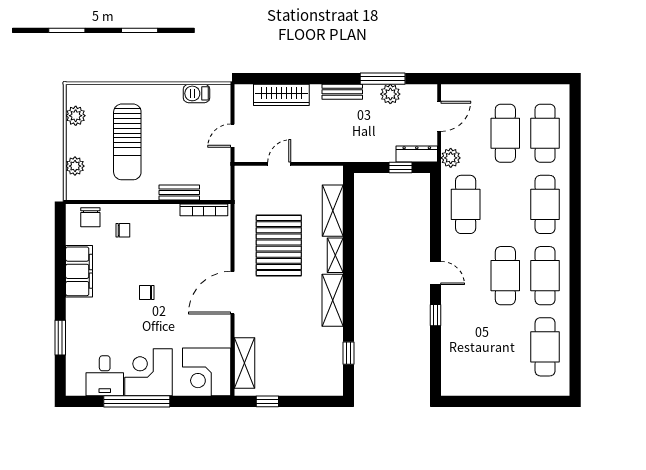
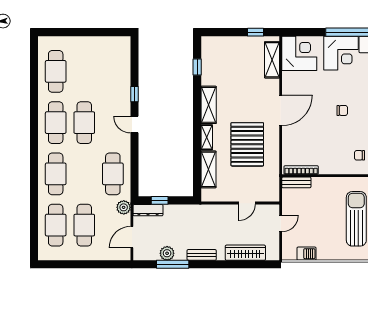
bench: (179, 192) -> (296, 182), moved

